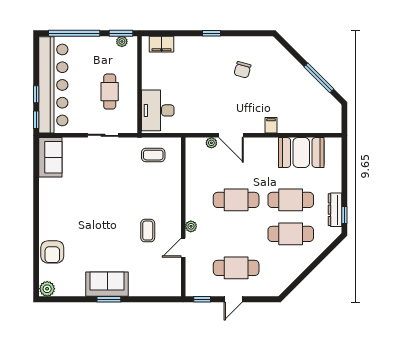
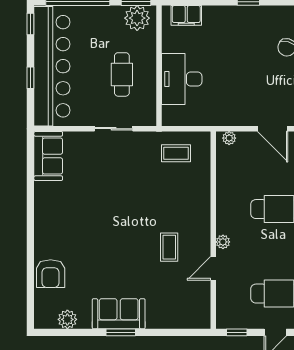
plant: (122, 41) -> (137, 18), width x1.88, depth x1.88
desk: (158, 110) -> (182, 79), moved
window: (36, 120) -> (30, 24), moved
plant: (211, 143) -> (229, 138), moved
plant: (47, 289) -> (67, 319), moved

